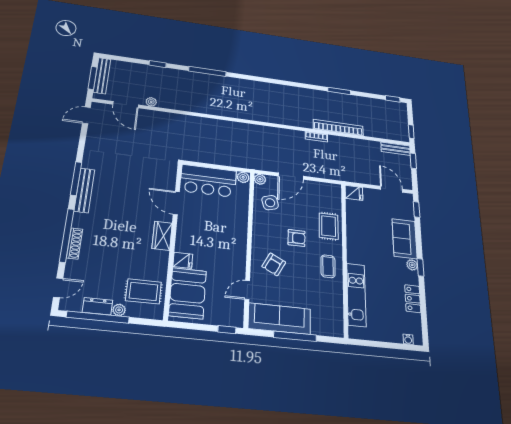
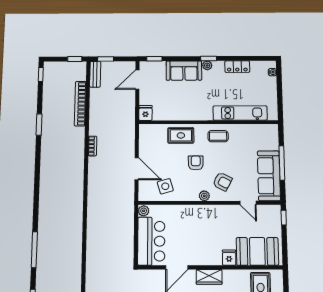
bookcase: (338, 127) -> (80, 104), moved
plant: (260, 179) -> (204, 196), moved

